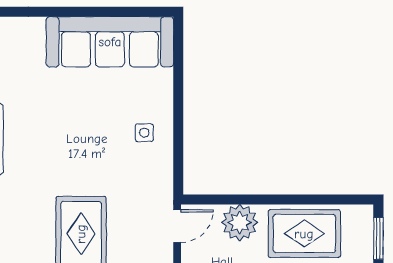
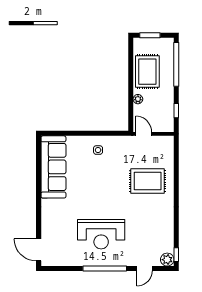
plant: (240, 223) -> (138, 99), width x0.53, depth x0.53

